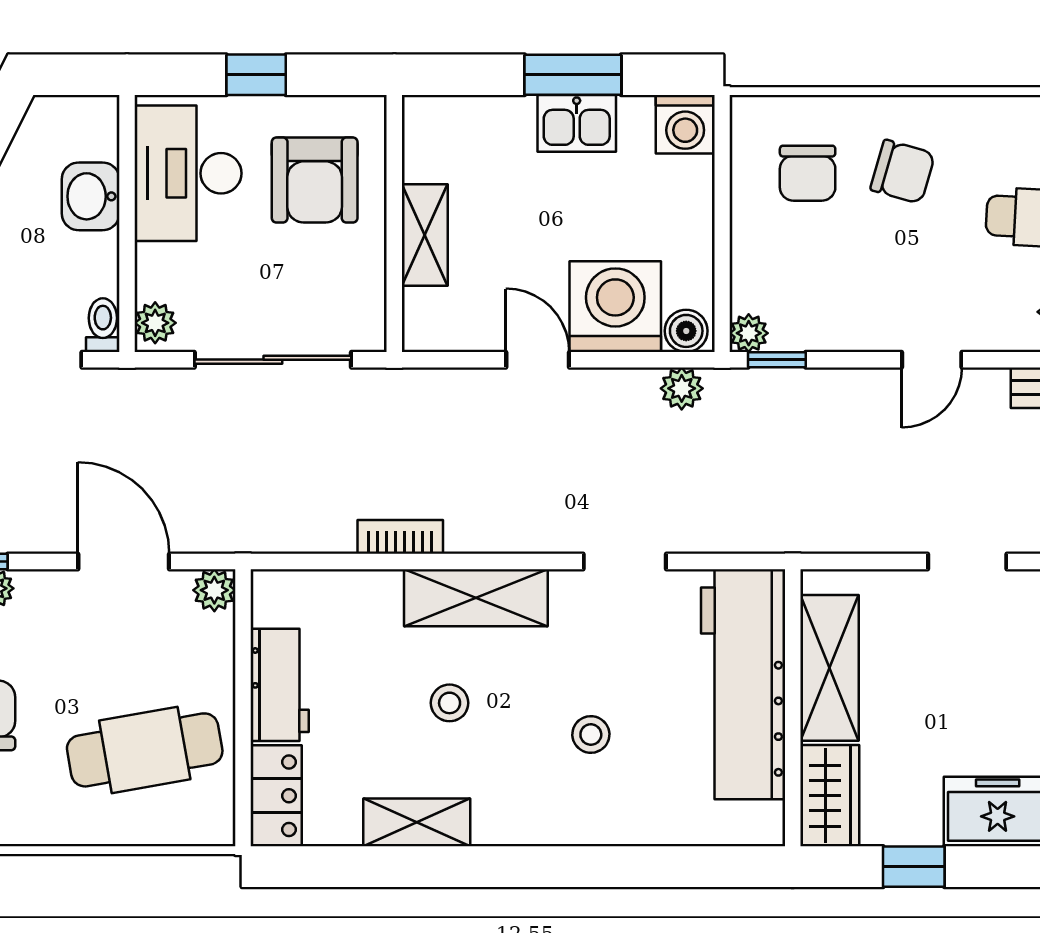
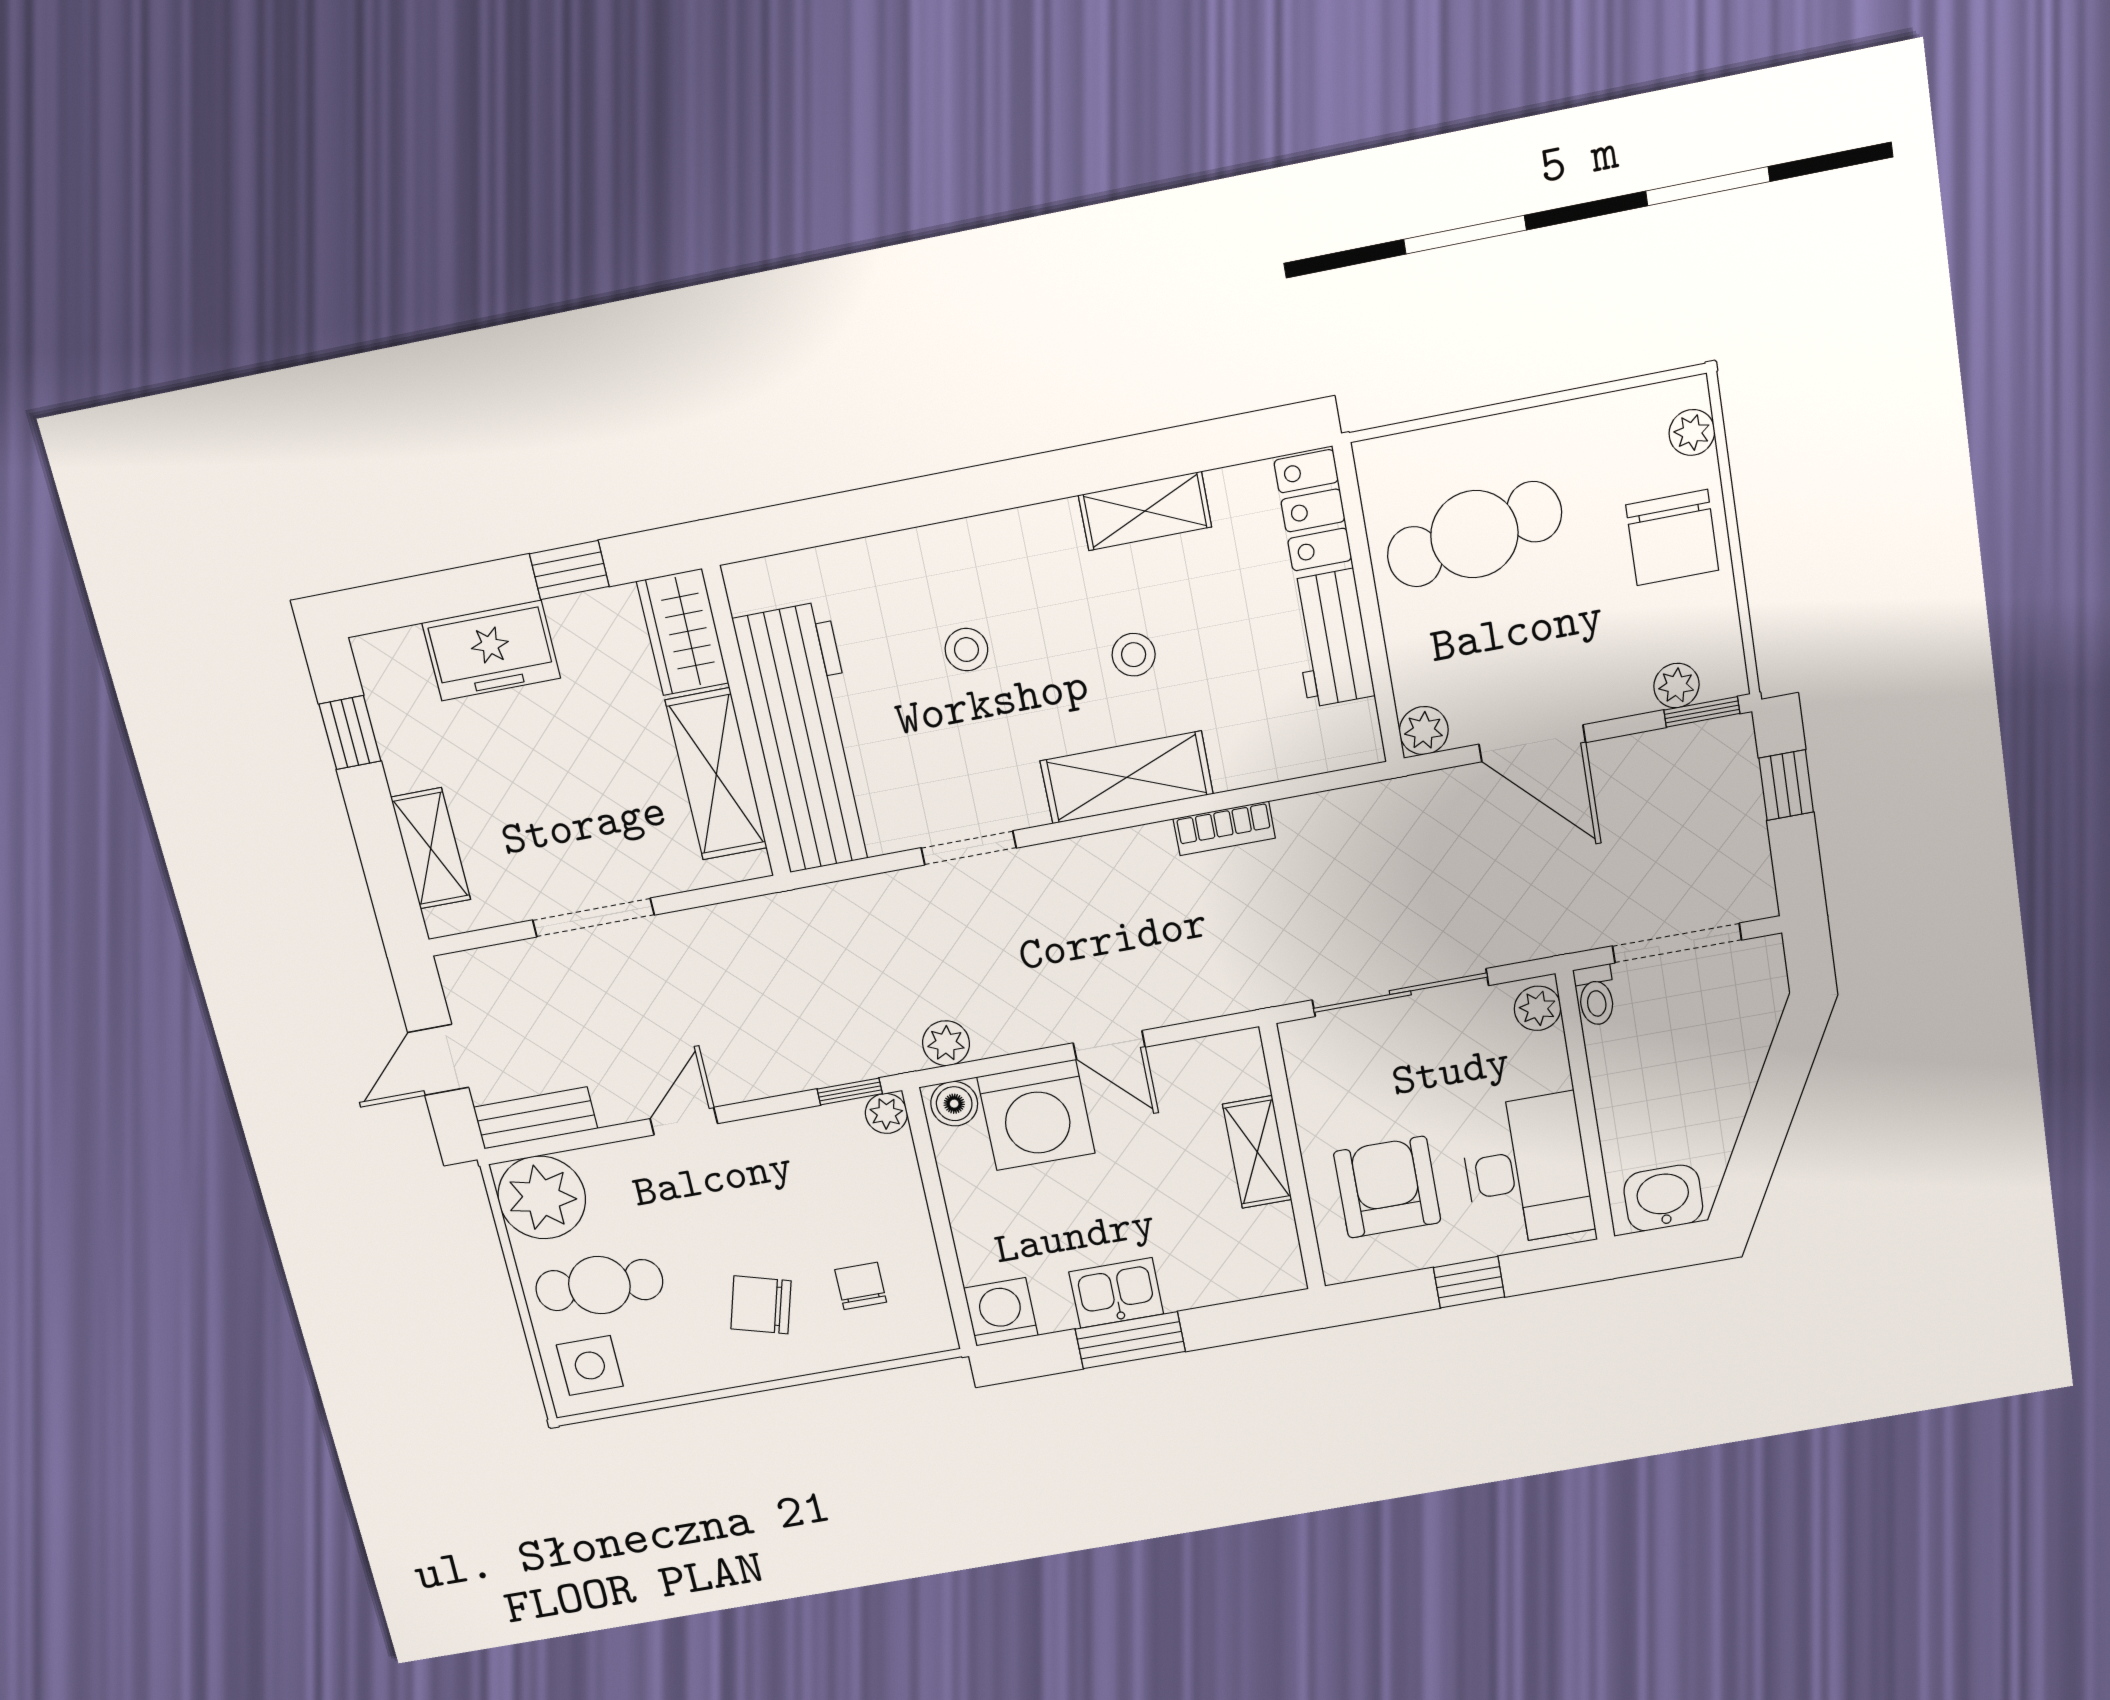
chair: (808, 173) -> (861, 1286), width x0.73, depth x0.73
washbasin: (91, 196) -> (1663, 1198), moved, turned -90
doorway: (967, 561) -> (593, 918), width x1.38

